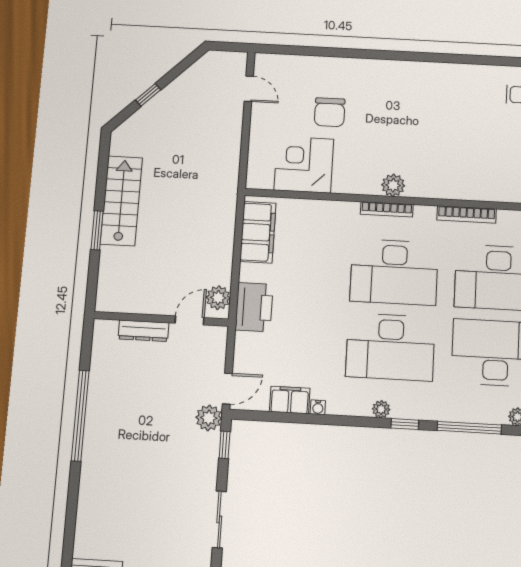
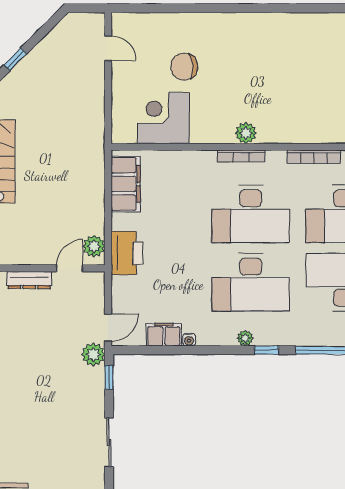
chair: (330, 112) -> (184, 67), turned 86

